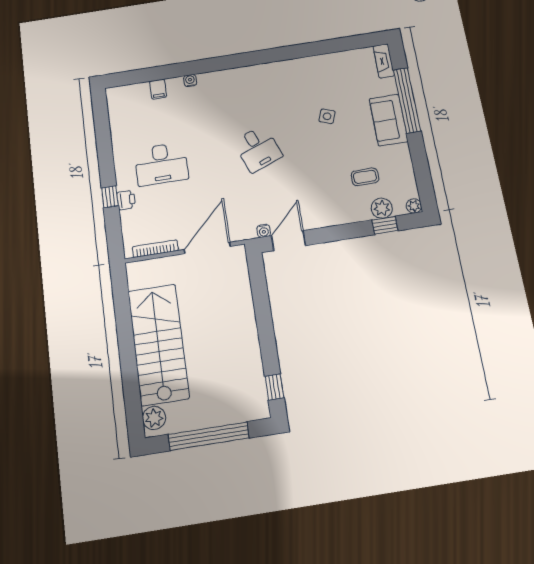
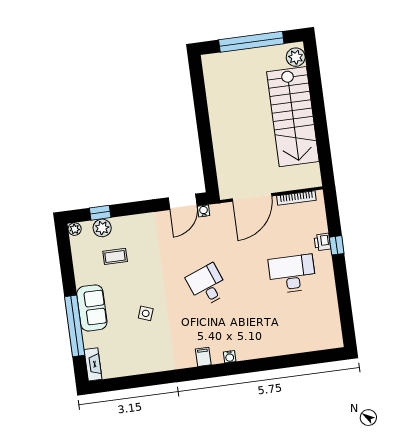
water cooler: (190, 81) -> (230, 357), moved
filing cabinet: (158, 89) -> (203, 357), moved
window: (274, 387) -> (197, 80), removed

